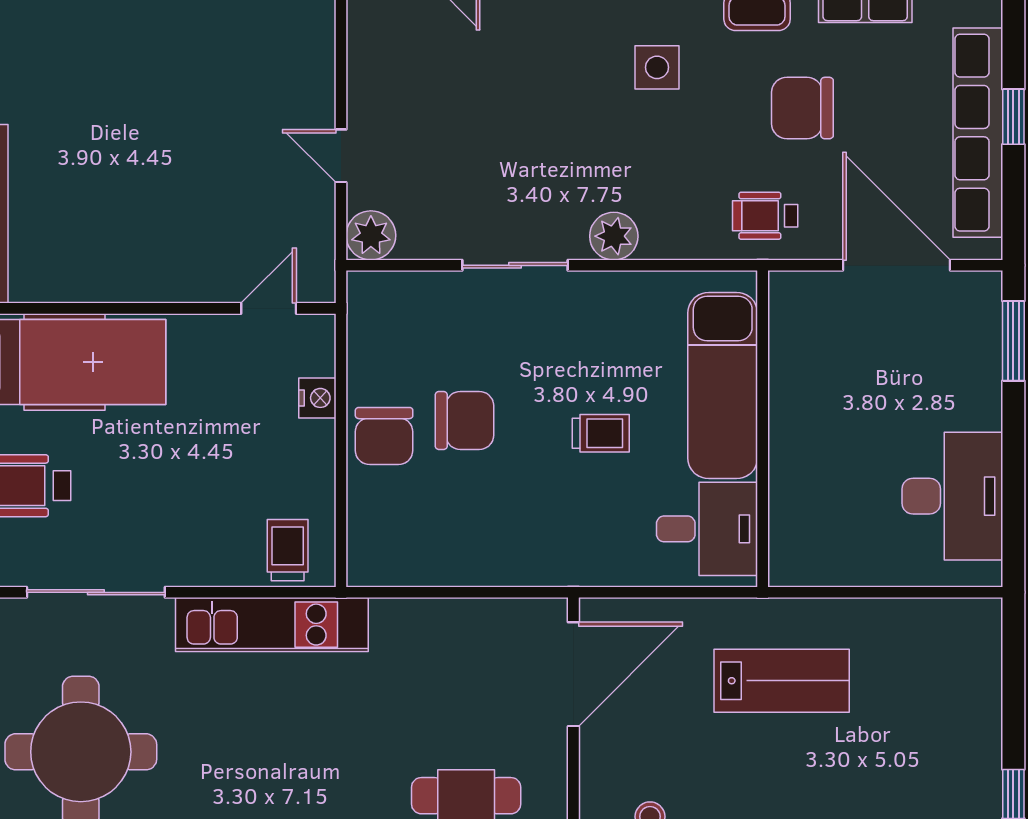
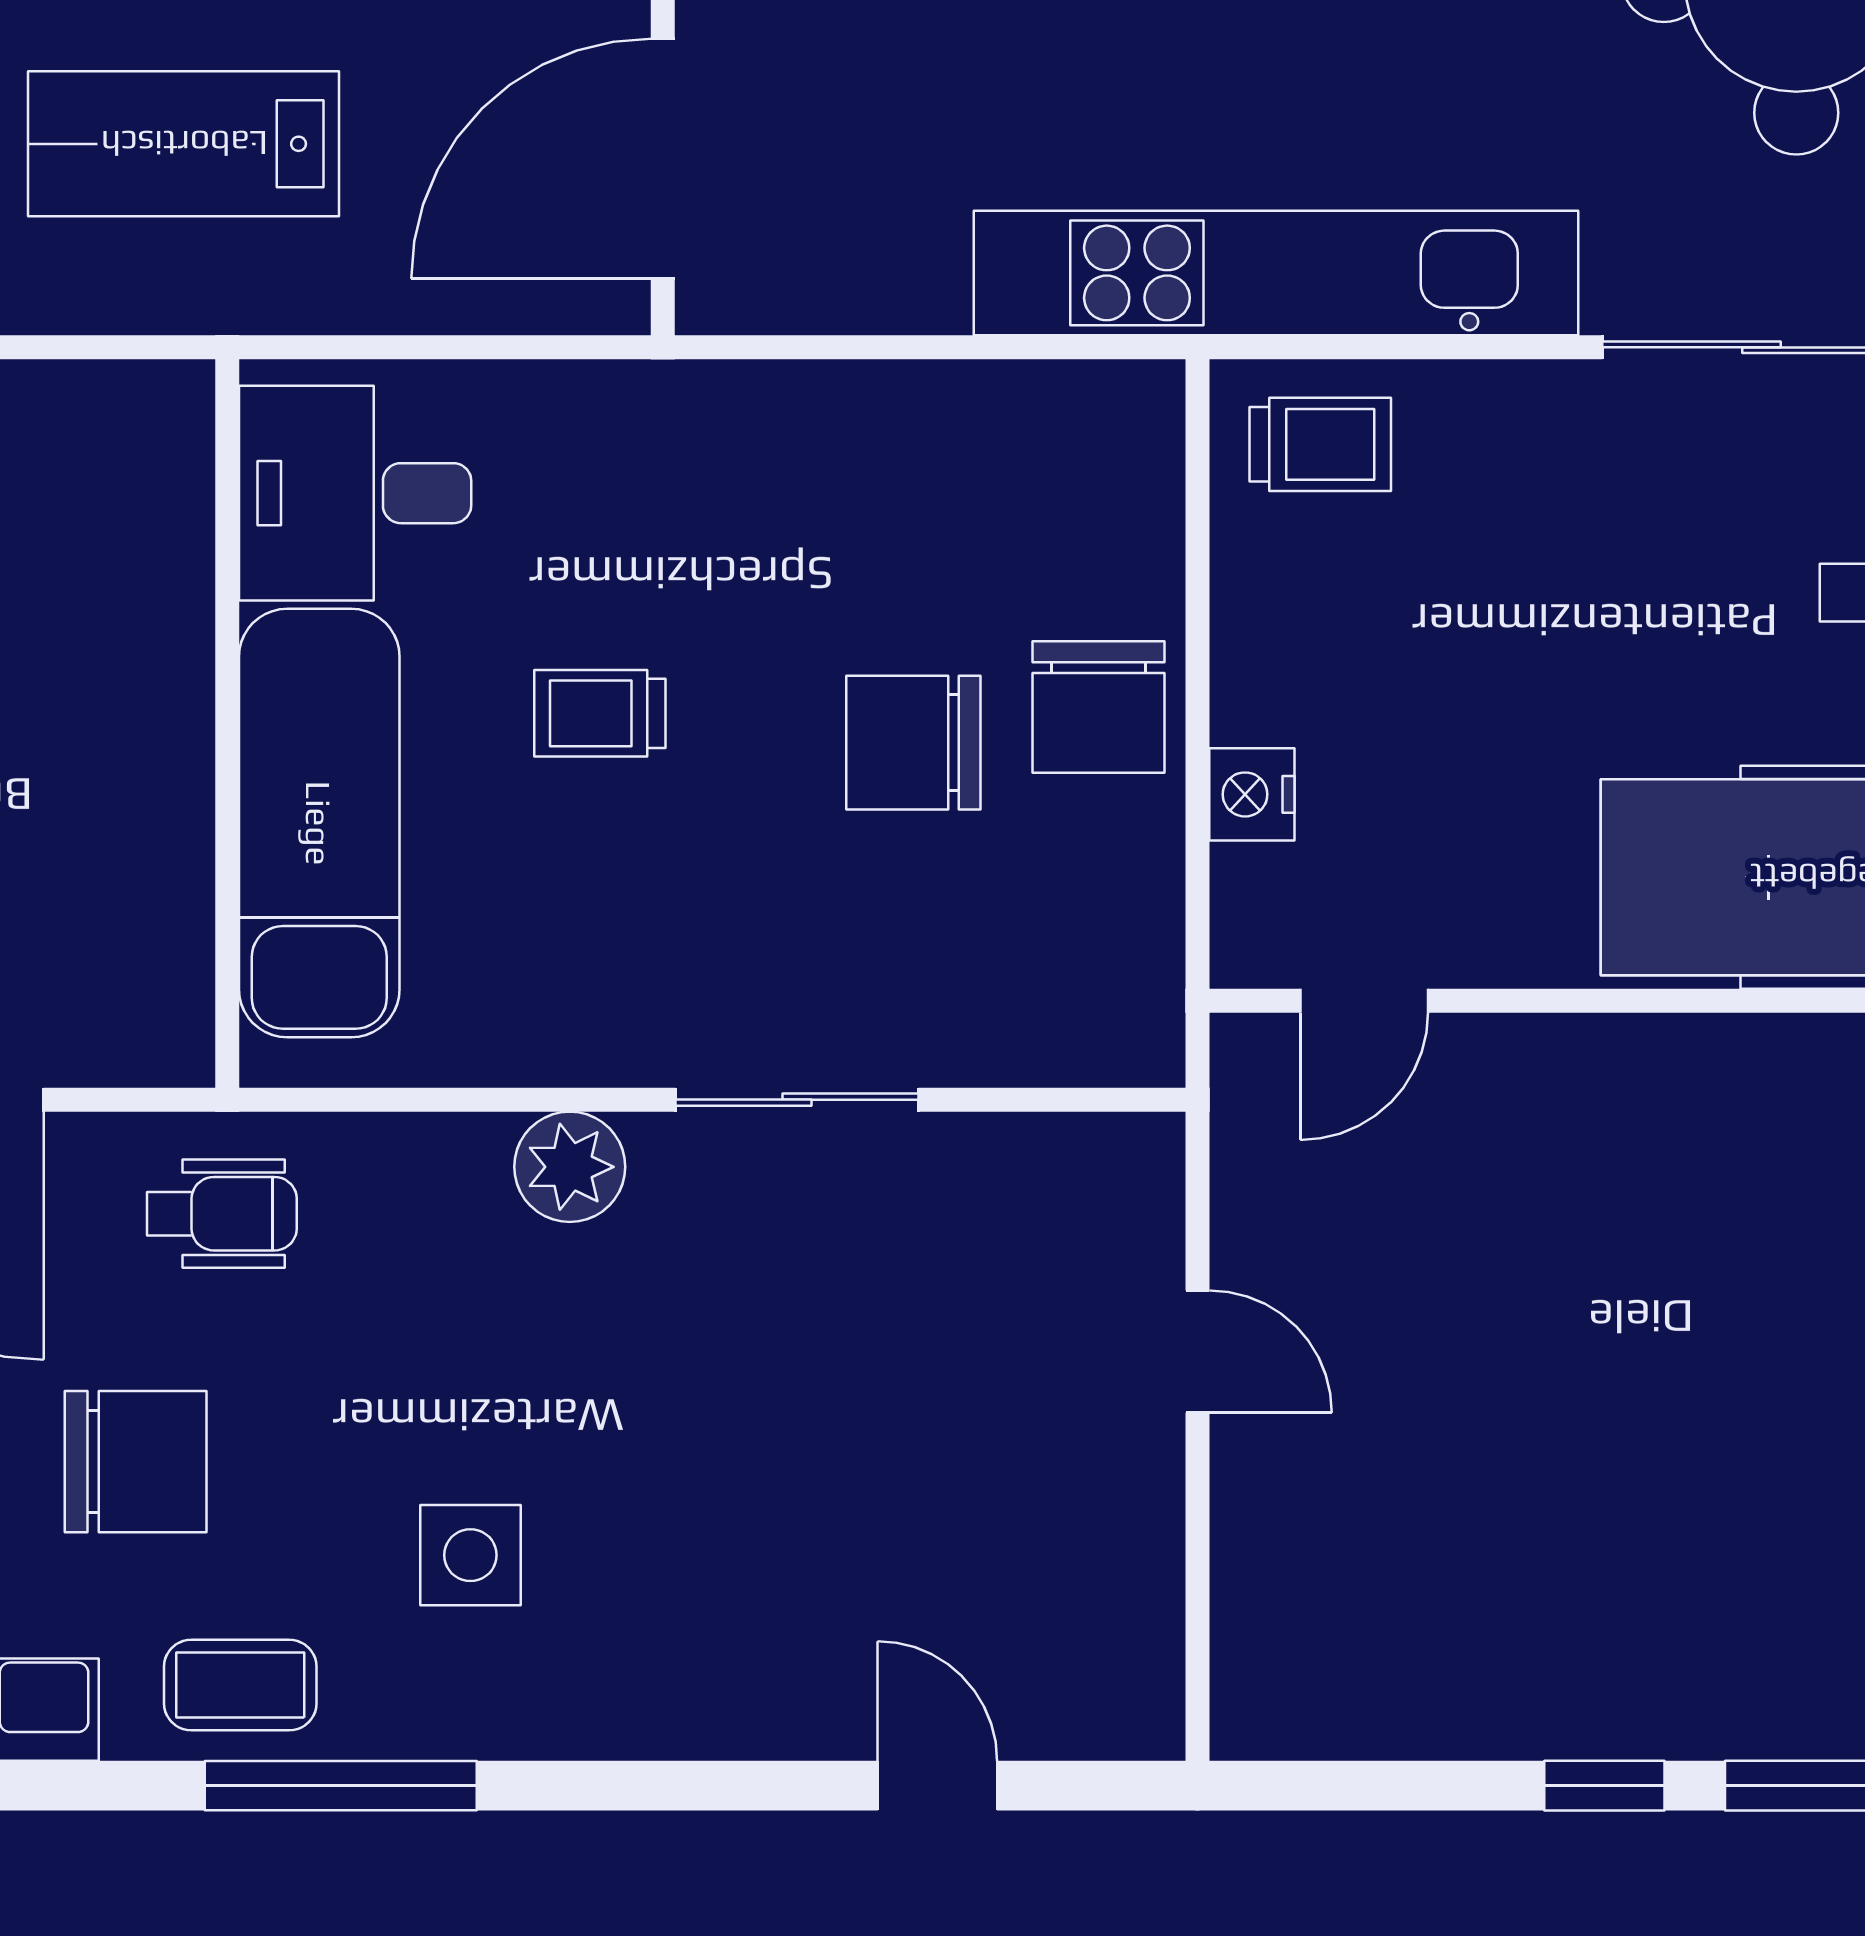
plant: (371, 235) -> (1129, 1168), removed
chair: (384, 436) -> (1098, 707), turned 180
trolley: (288, 550) -> (1320, 444), turned -90
kitchen unit: (272, 625) -> (1276, 273), width x1.36

